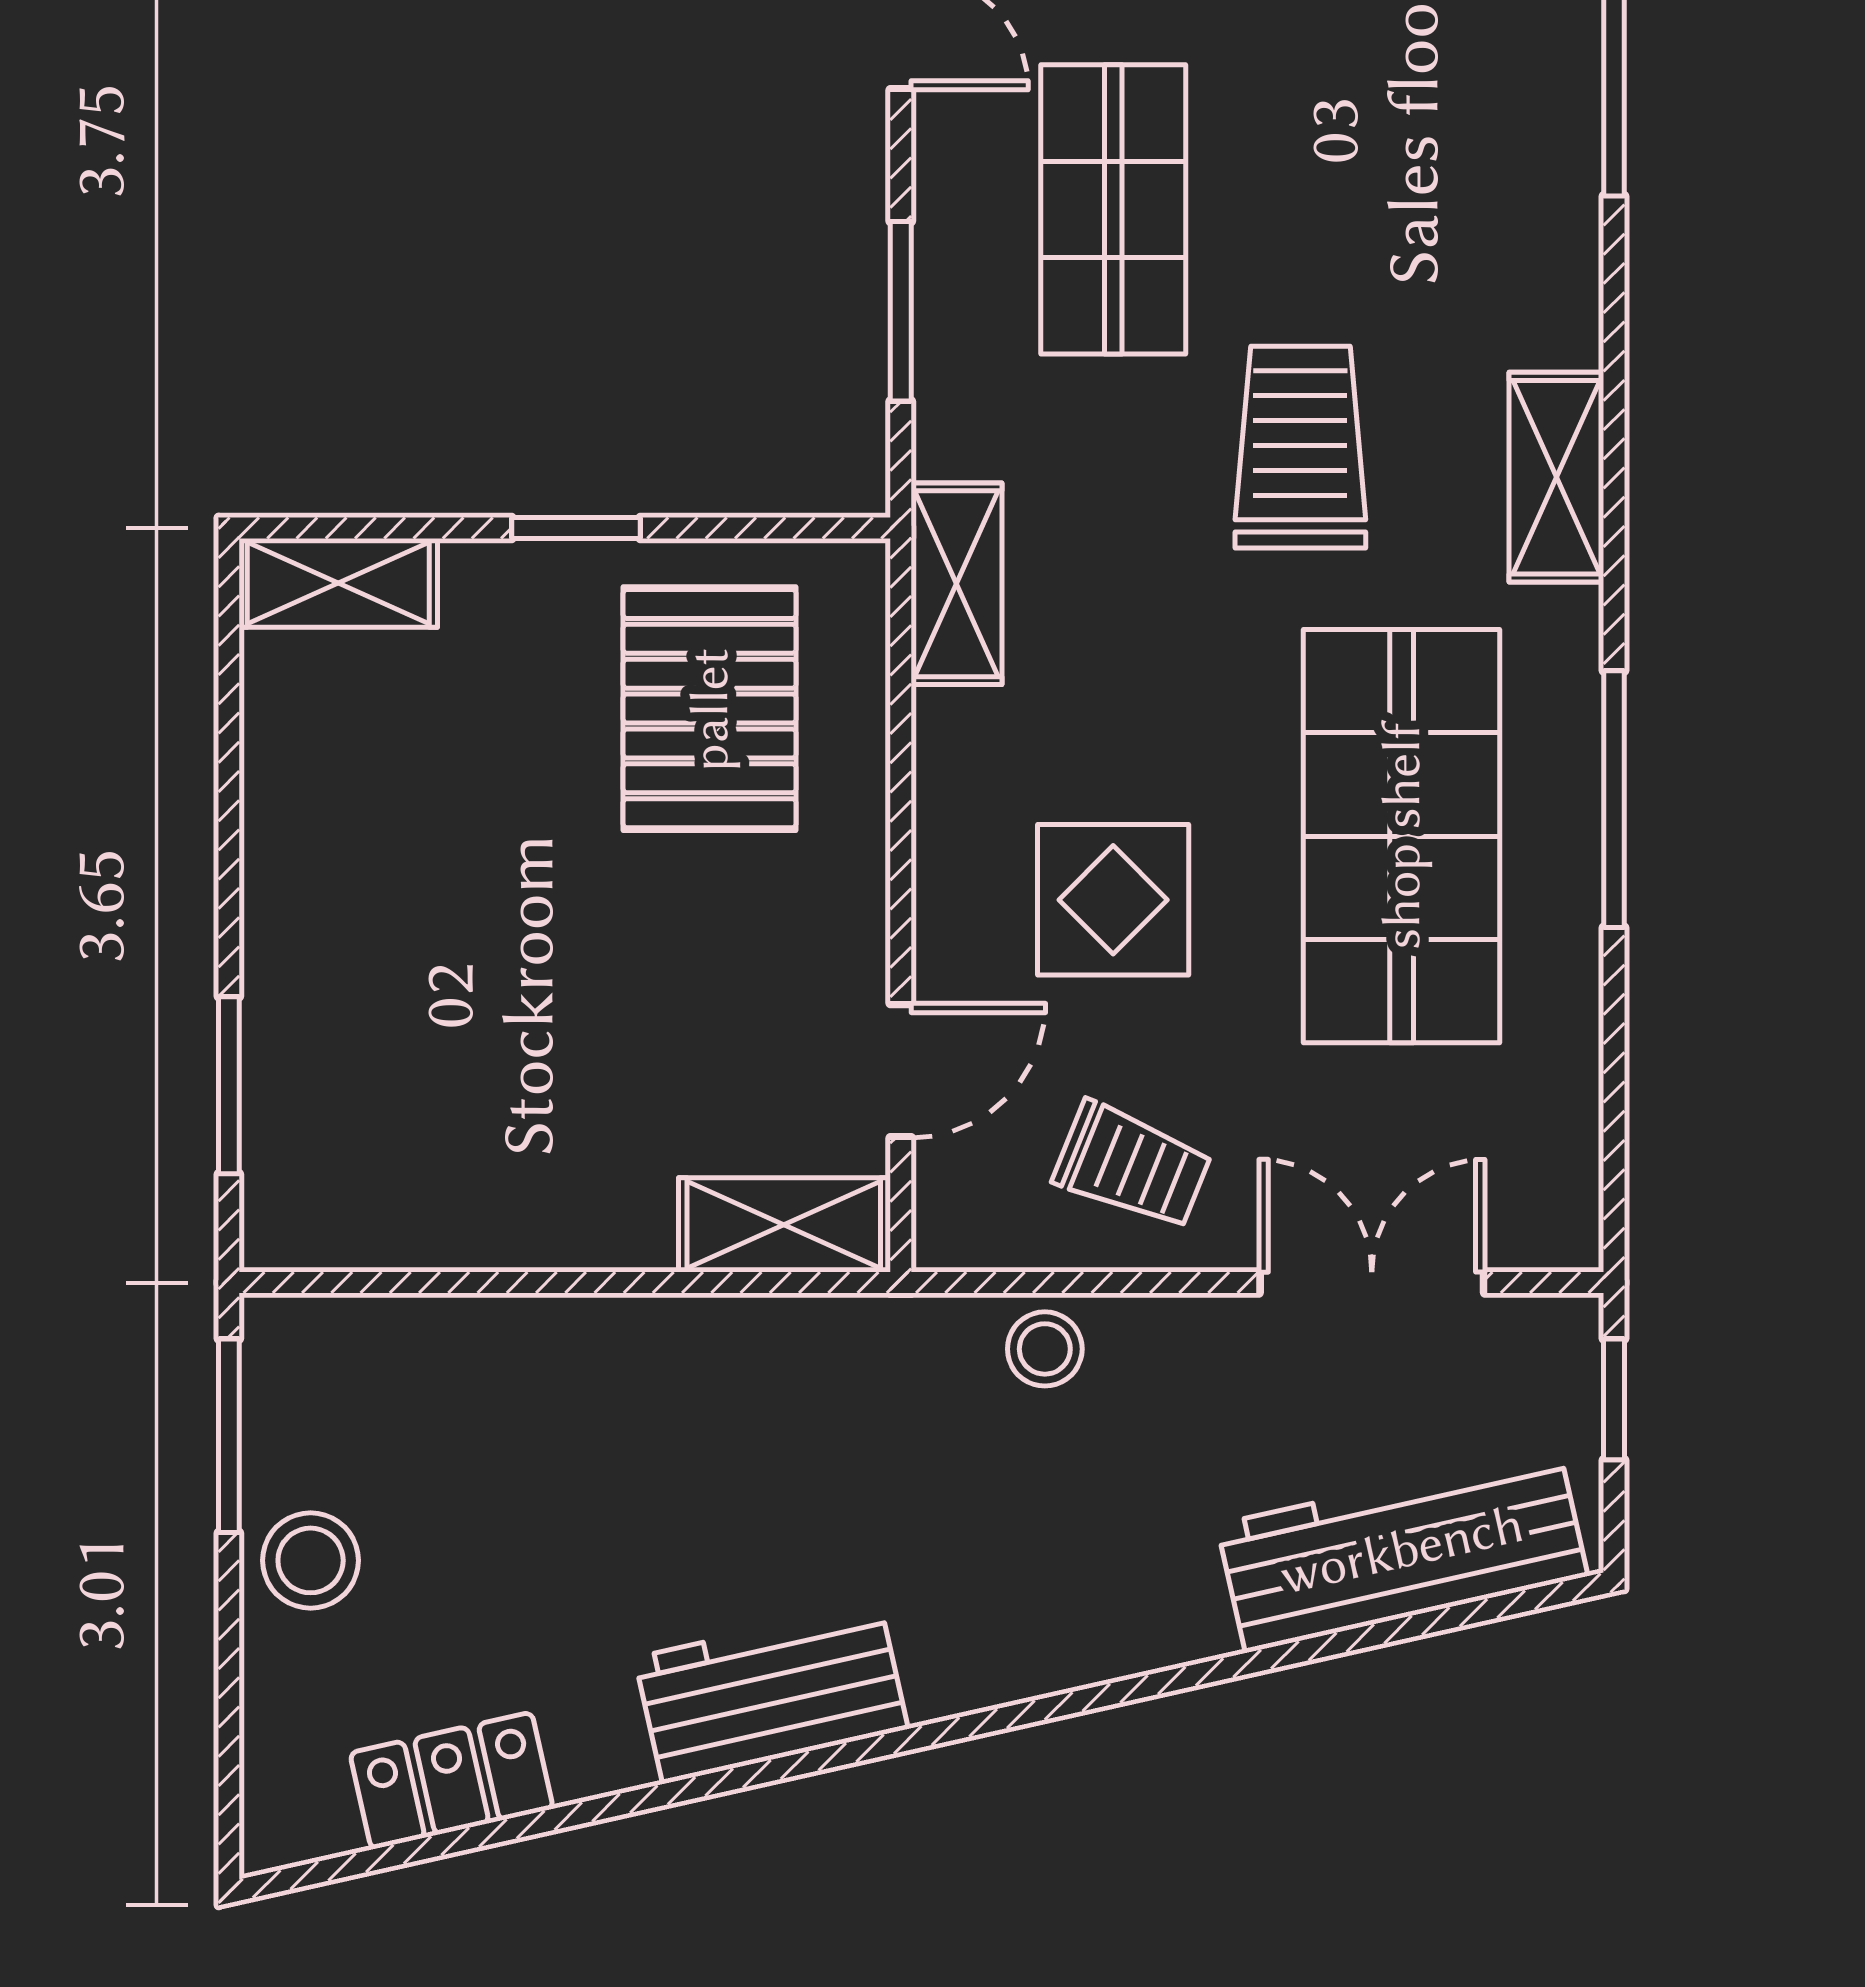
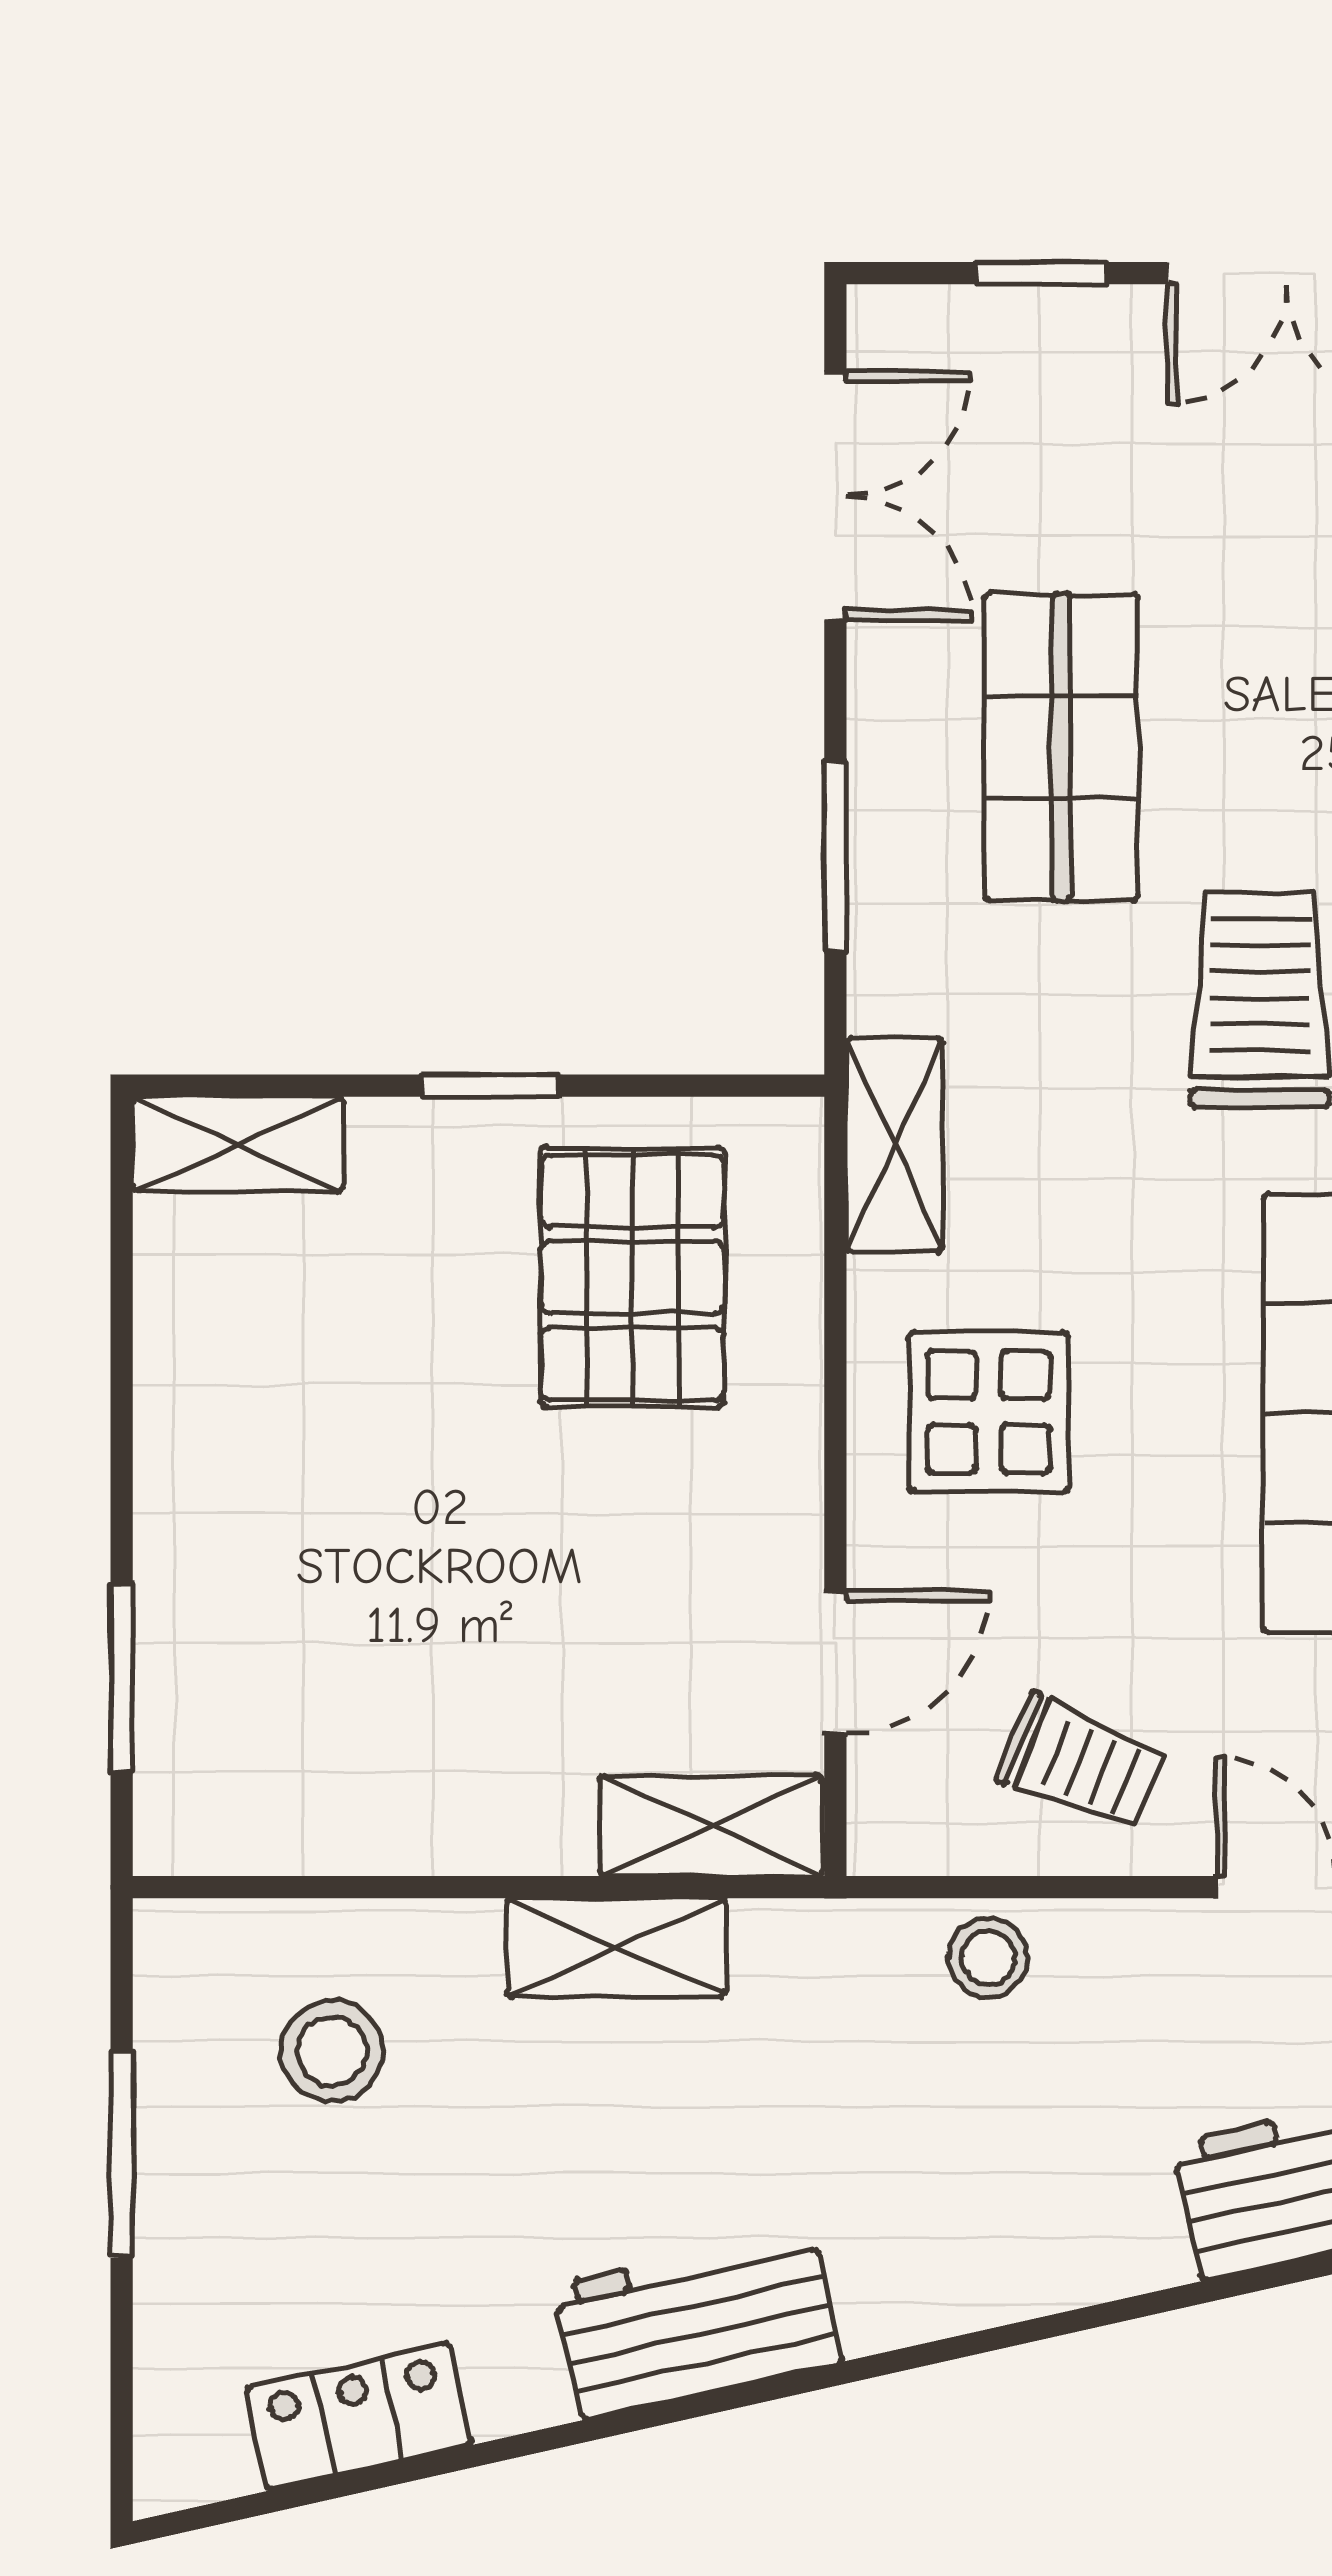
display table: (1113, 900) -> (989, 1412), moved
shelving: (695, 1339) -> (616, 1947), added
window: (229, 1436) -> (122, 2155), moved
stool: (311, 1560) -> (332, 2051), moved

